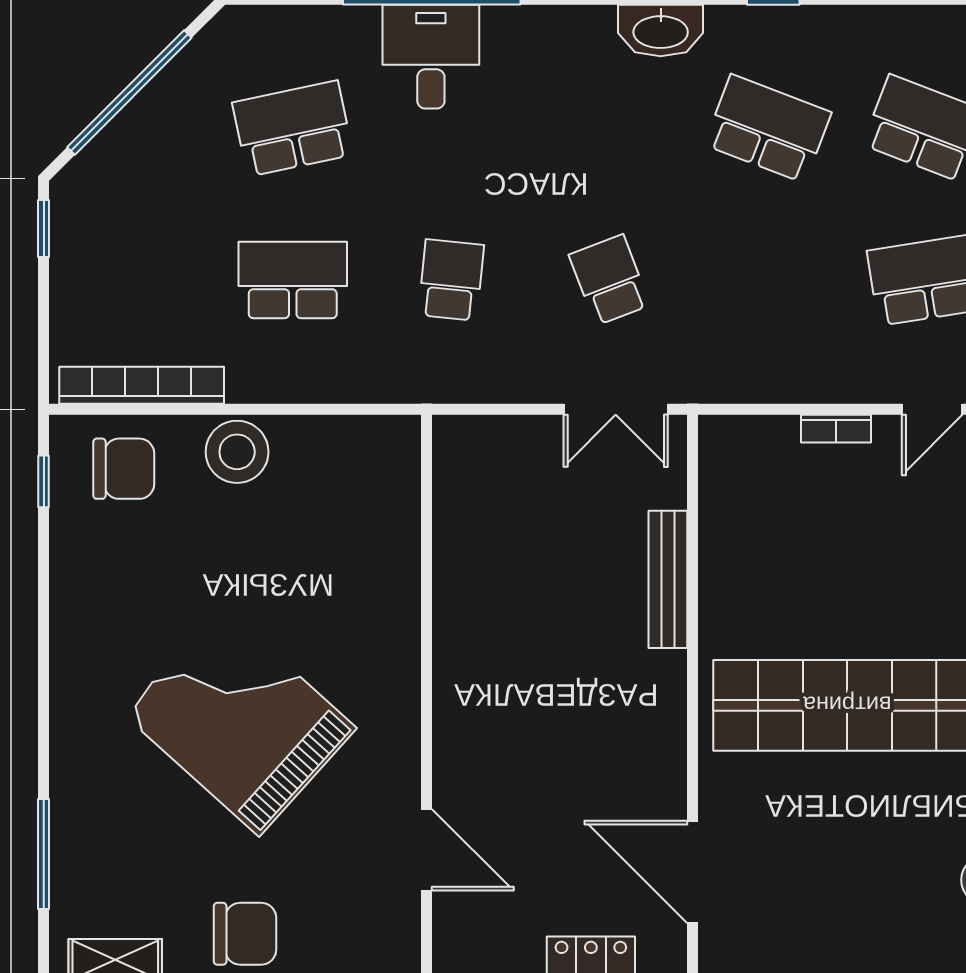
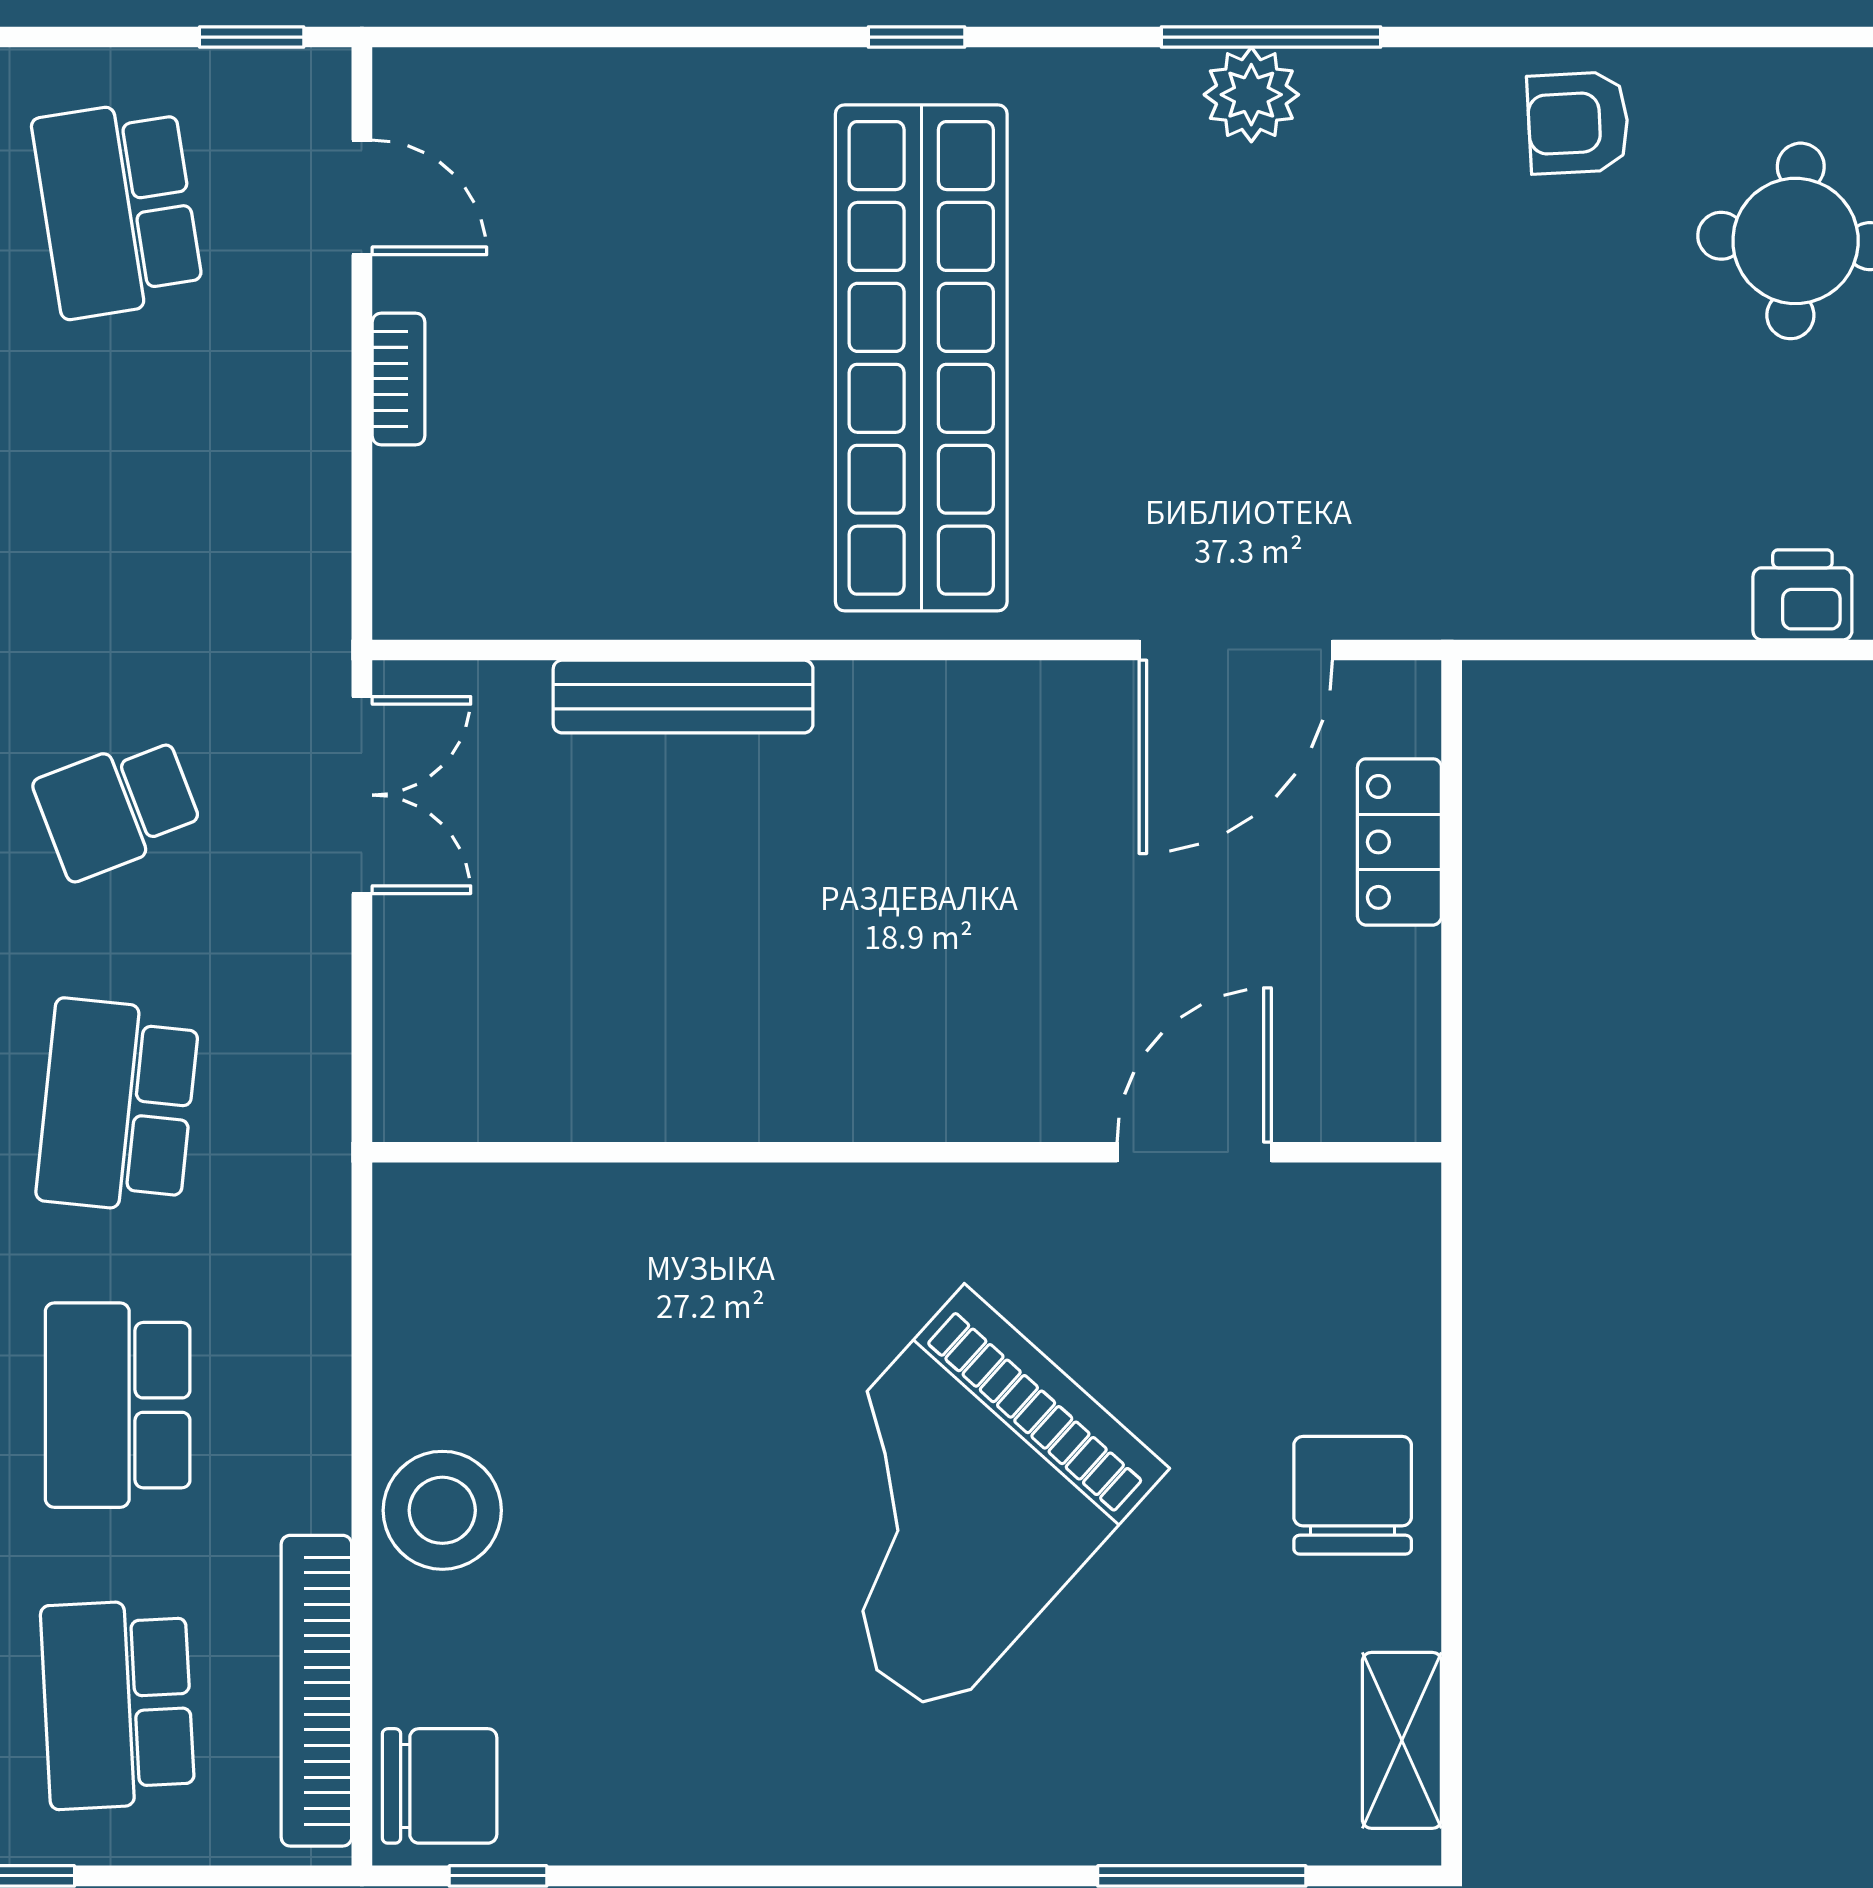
school desk: (134, 280) -> (118, 1704), added
school desk: (451, 280) -> (118, 1106), width x1.85
chair: (124, 469) -> (440, 1786), moved, turned 90

